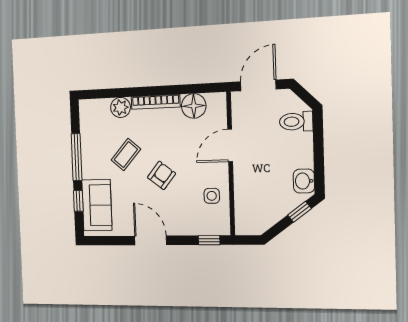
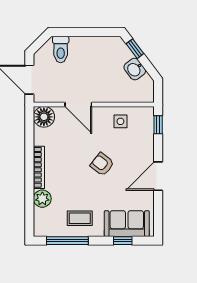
floor lamp: (194, 106) -> (44, 117), moved
coffee table: (126, 155) -> (80, 218), moved, turned -41
window: (77, 157) -> (67, 241), moved
washbasin: (304, 181) -> (135, 69), moved, turned 53

